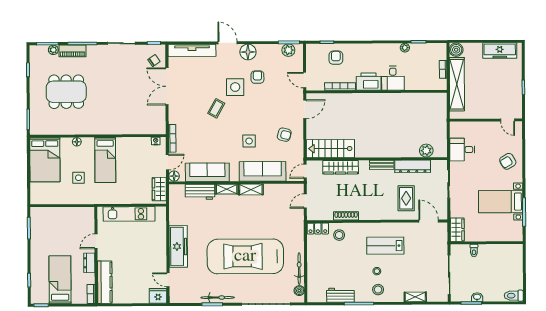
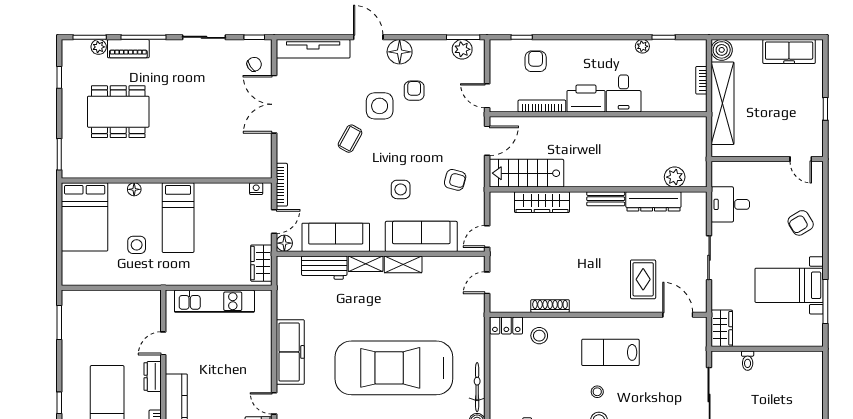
stairs: (330, 149) -> (526, 173), moved
plant: (426, 151) -> (675, 177), moved
wall: (377, 159) -> (598, 189), moved
bench: (382, 165) -> (606, 199), moved
dresser: (413, 166) -> (653, 201), moved
wardrobe: (341, 167) -> (542, 202), moved

